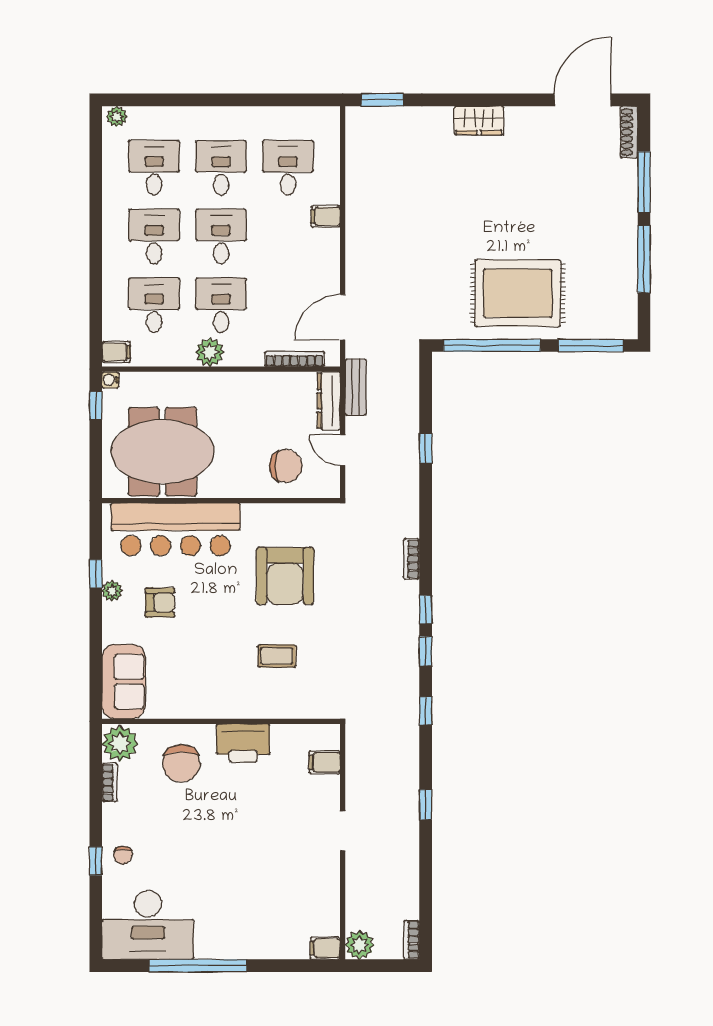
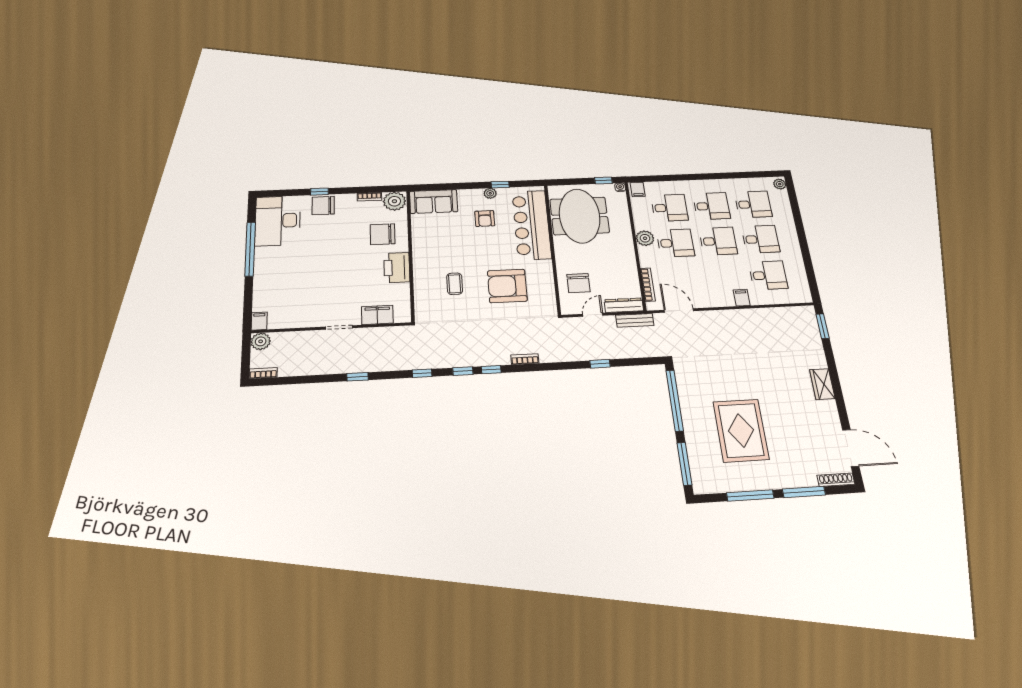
rug: (518, 293) -> (741, 430), moved
filing cabinet: (325, 762) -> (377, 315), width x2.00
chair: (123, 855) -> (323, 206), width x1.87, depth x1.87

